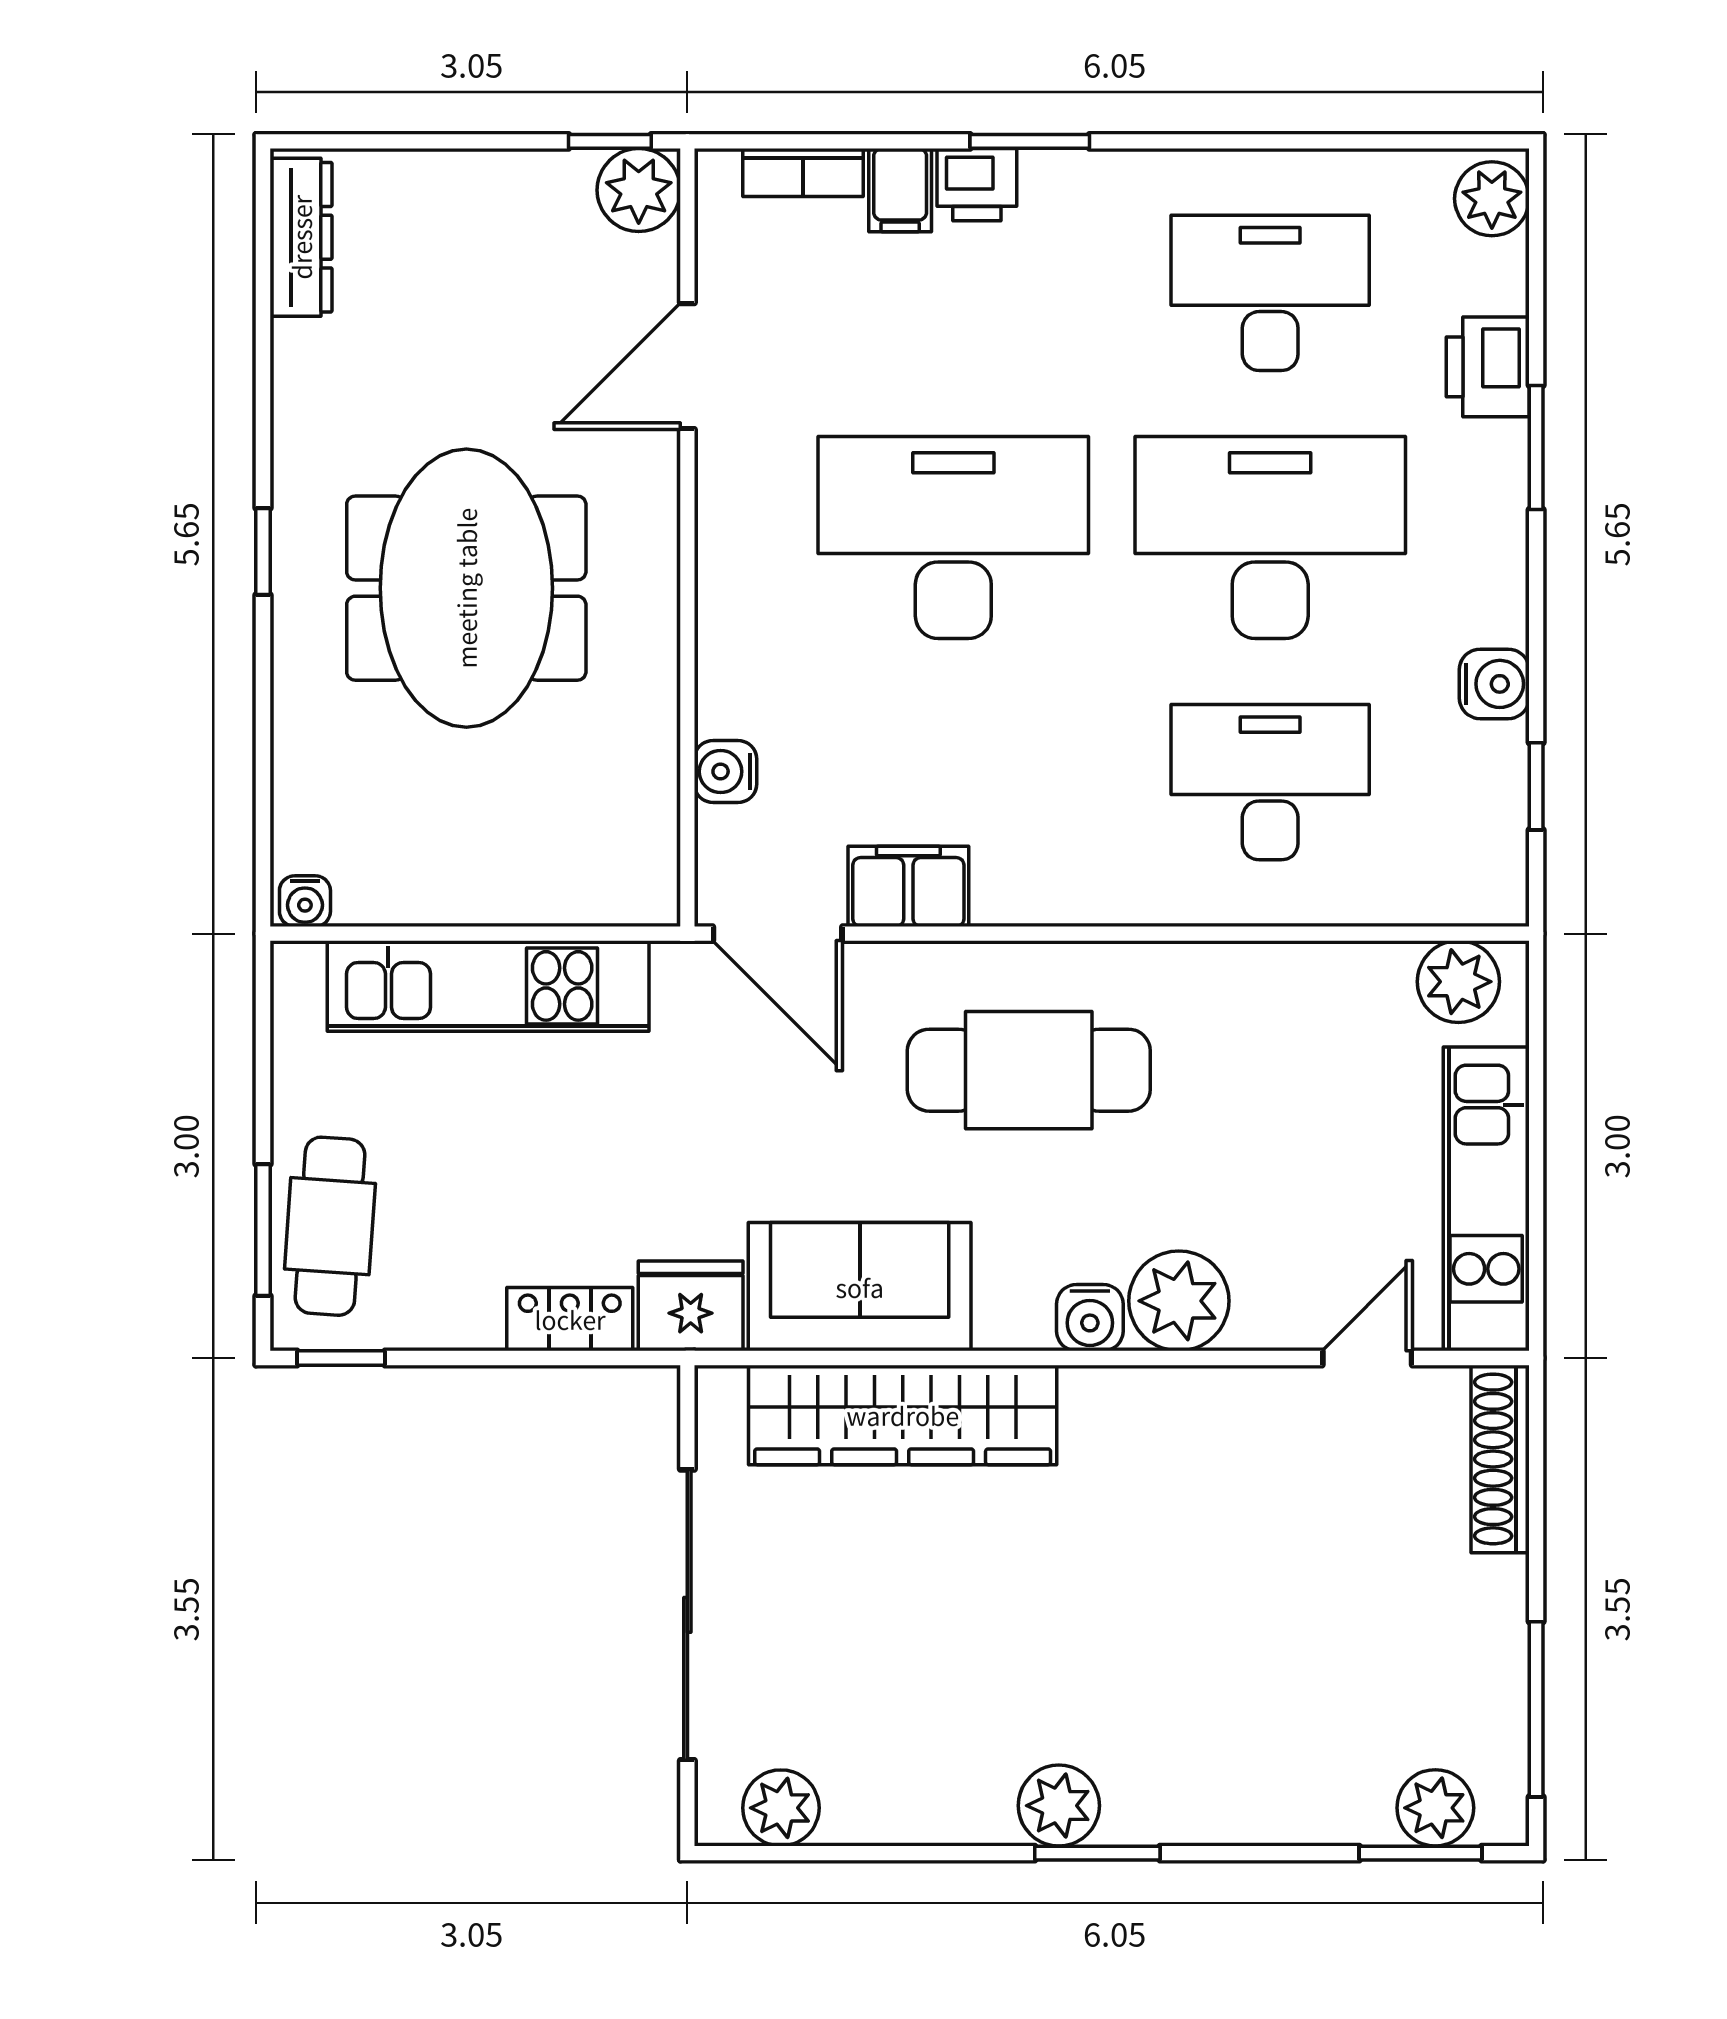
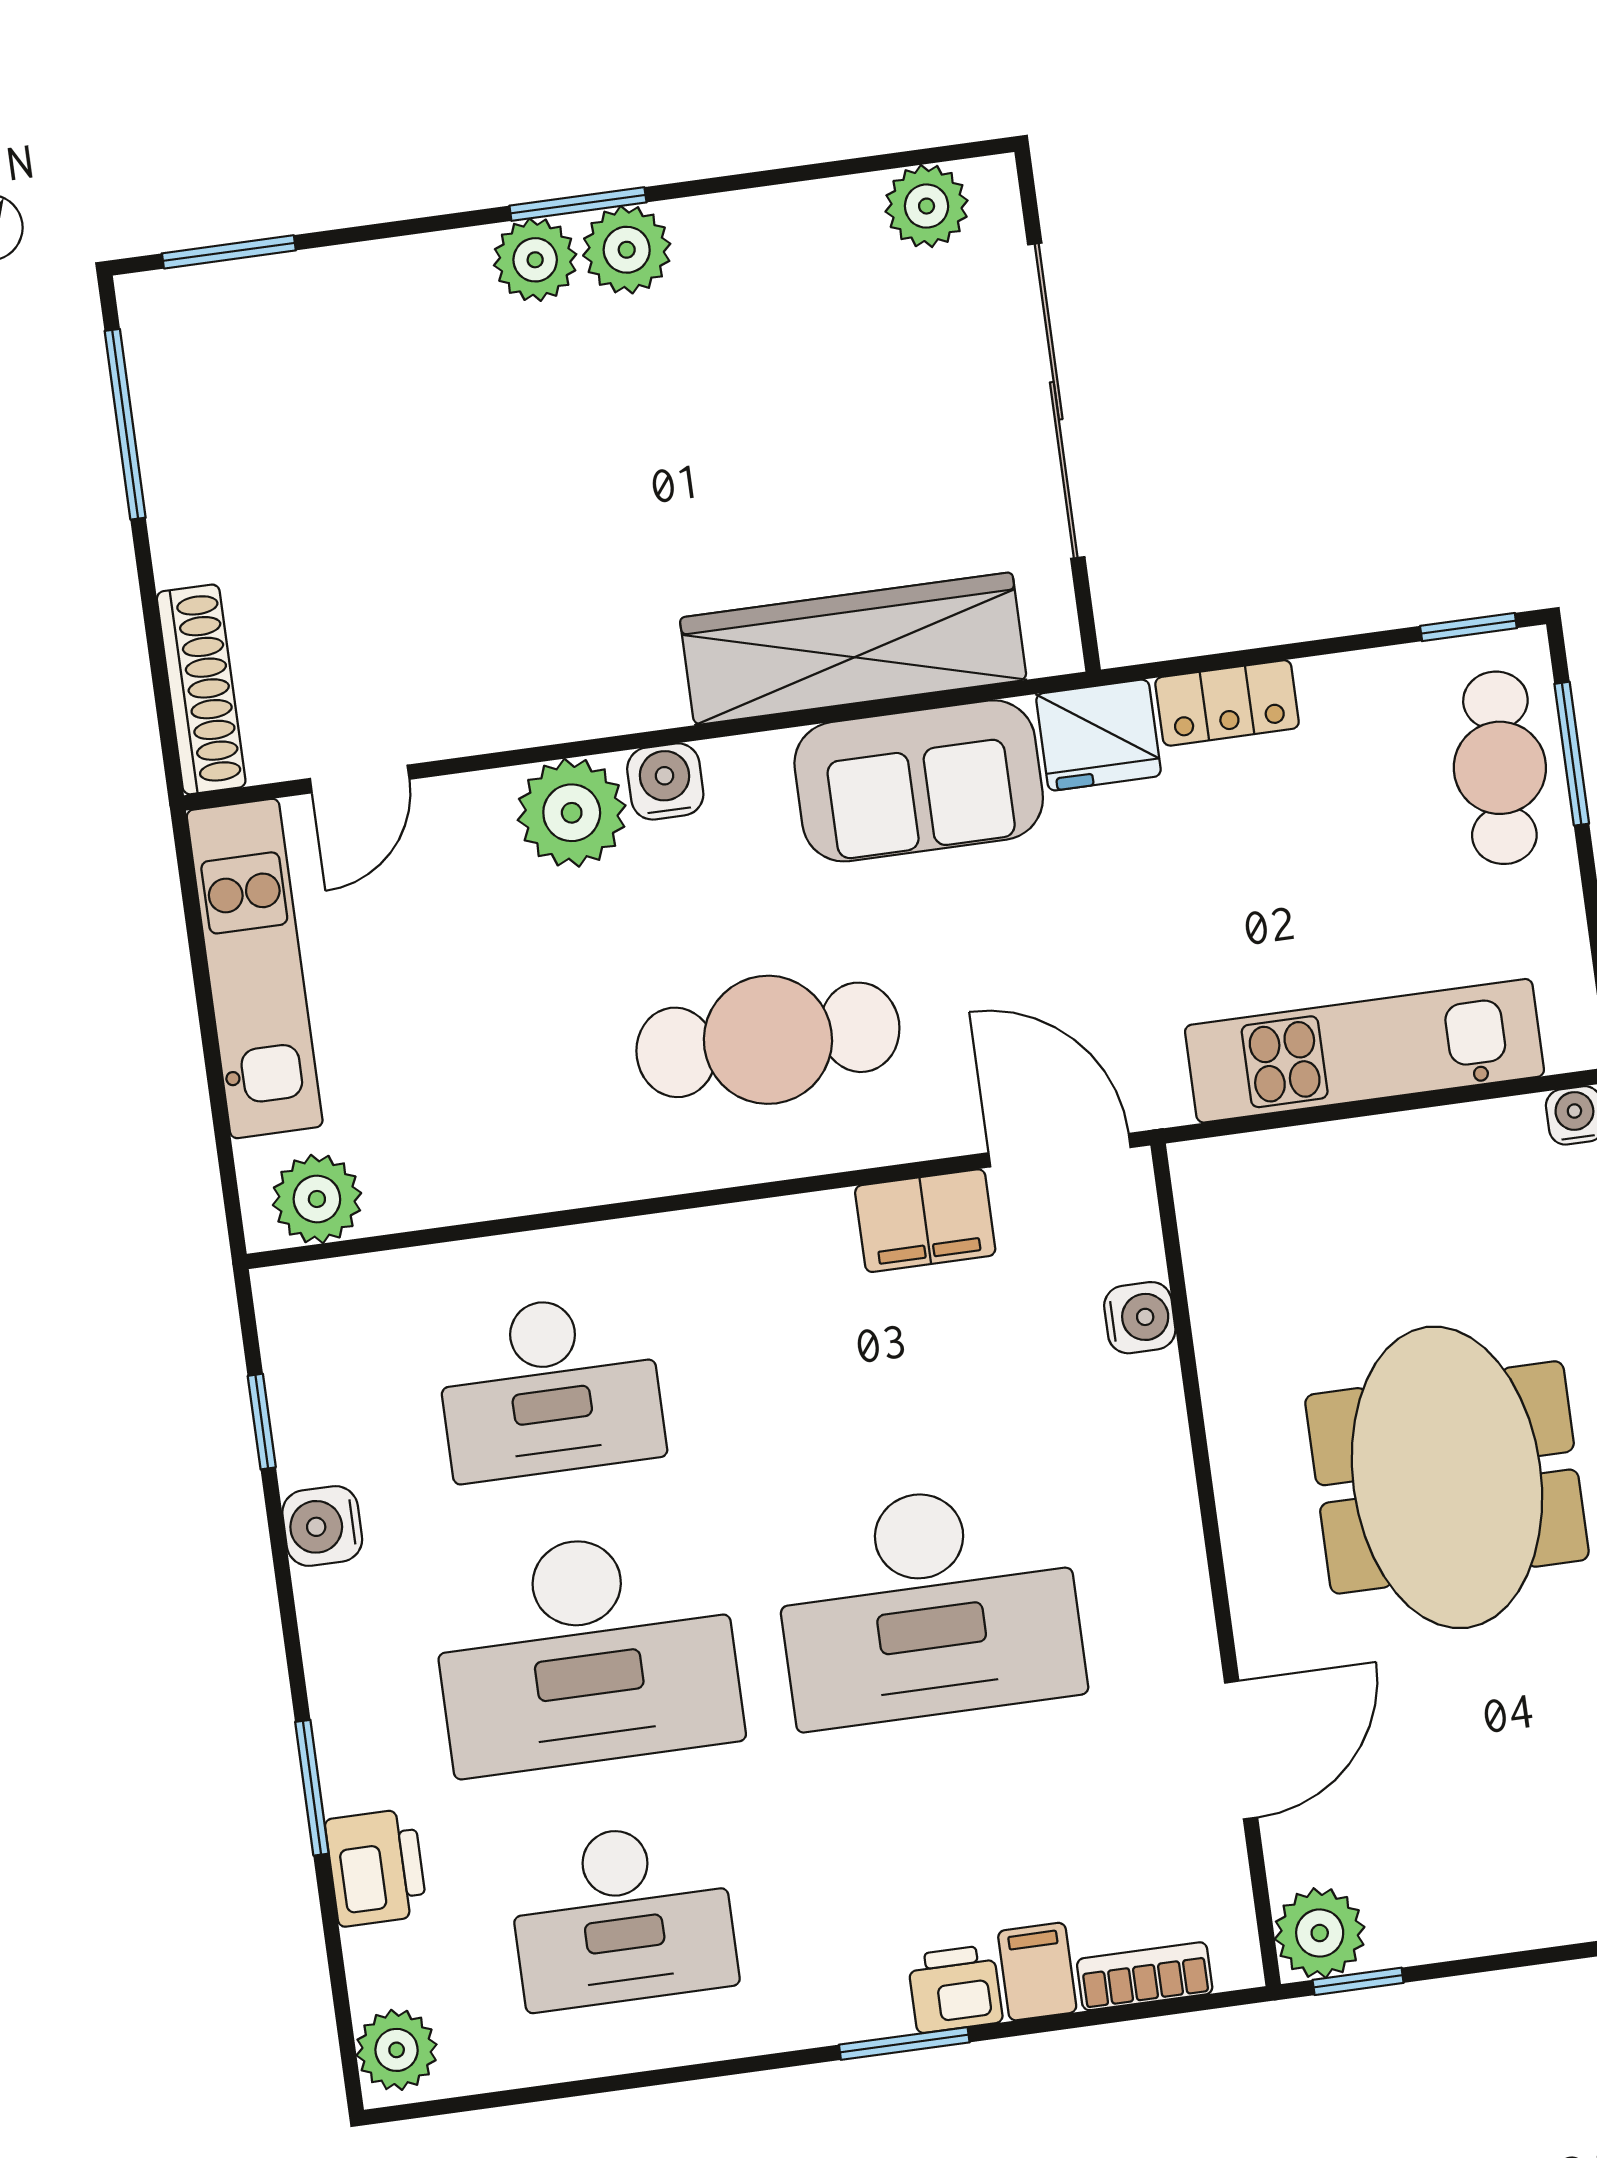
plant: (1435, 1808) -> (535, 260), moved

